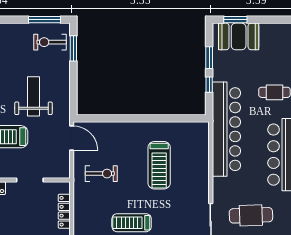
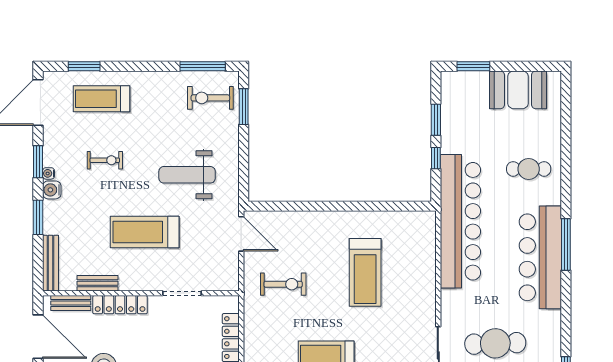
booth: (239, 36) -> (518, 90), moved
weight bench: (33, 96) -> (187, 175), turned -90

